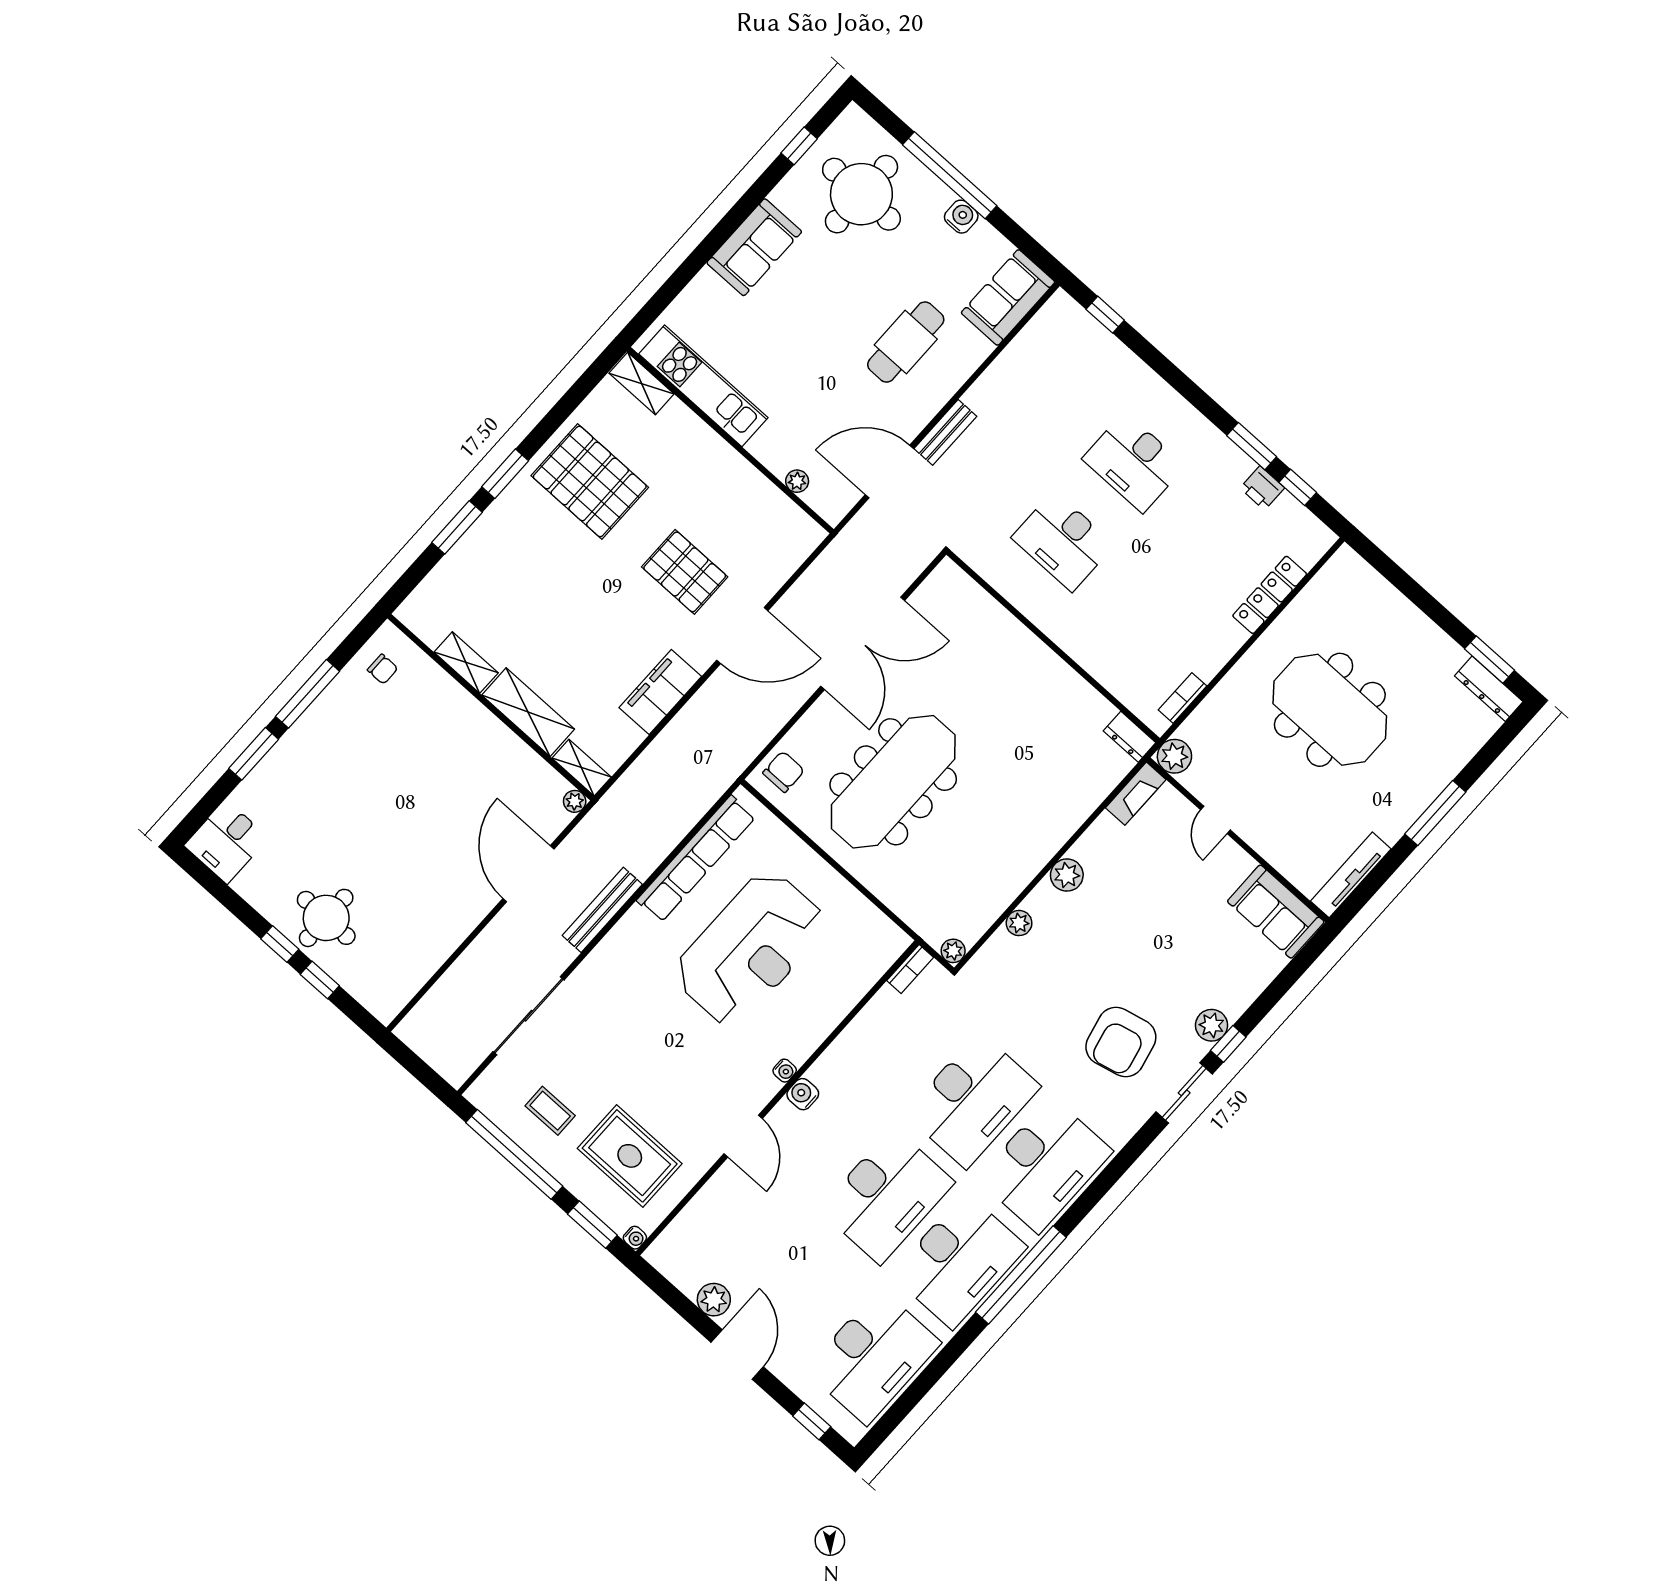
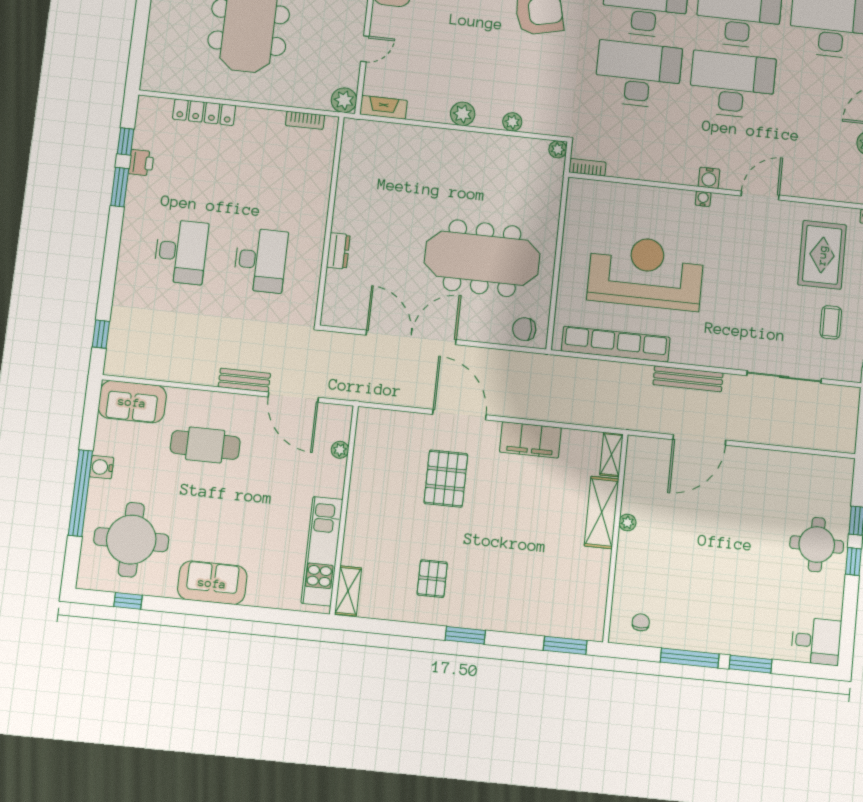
pallet: (590, 481) -> (432, 579), width x0.49, depth x0.50
window: (457, 527) -> (565, 645), moved
shelving: (466, 662) -> (599, 573), removed
dresser: (1130, 737) -> (338, 251), moved
plant: (575, 801) -> (627, 523), moved

